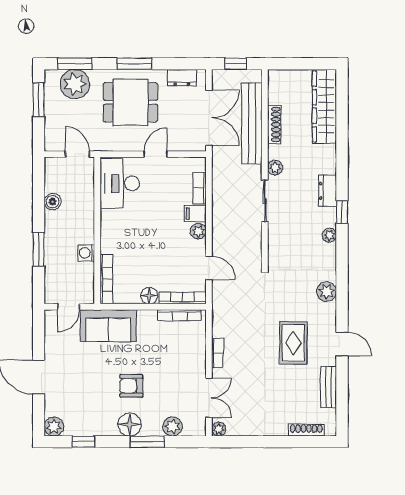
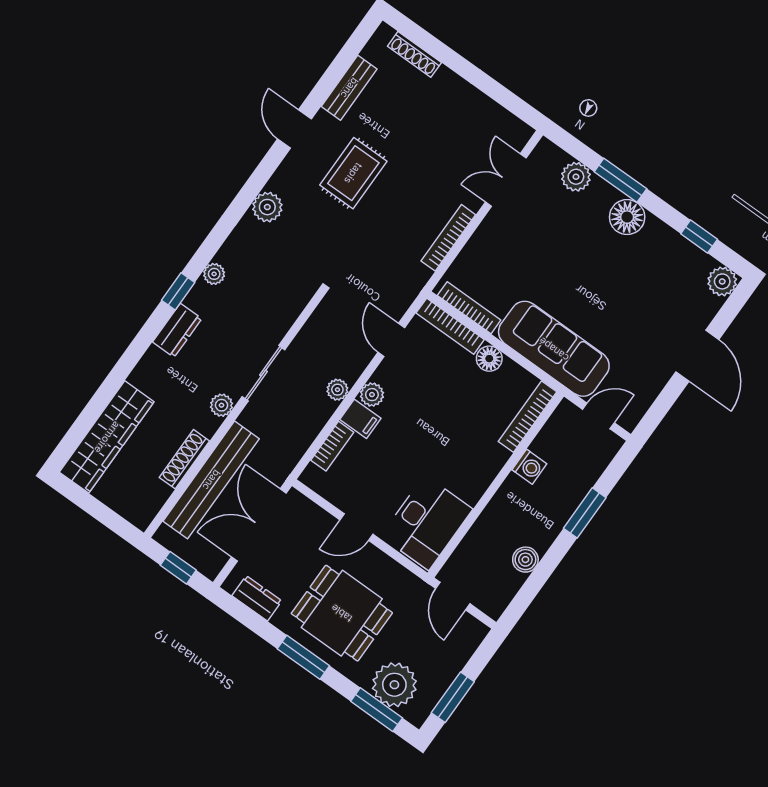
sofa: (108, 326) -> (554, 349), width x1.36
bookcase: (218, 353) -> (448, 238), width x1.56
armchair: (131, 386) -> (591, 263), removed
plant: (219, 429) -> (337, 390), moved

